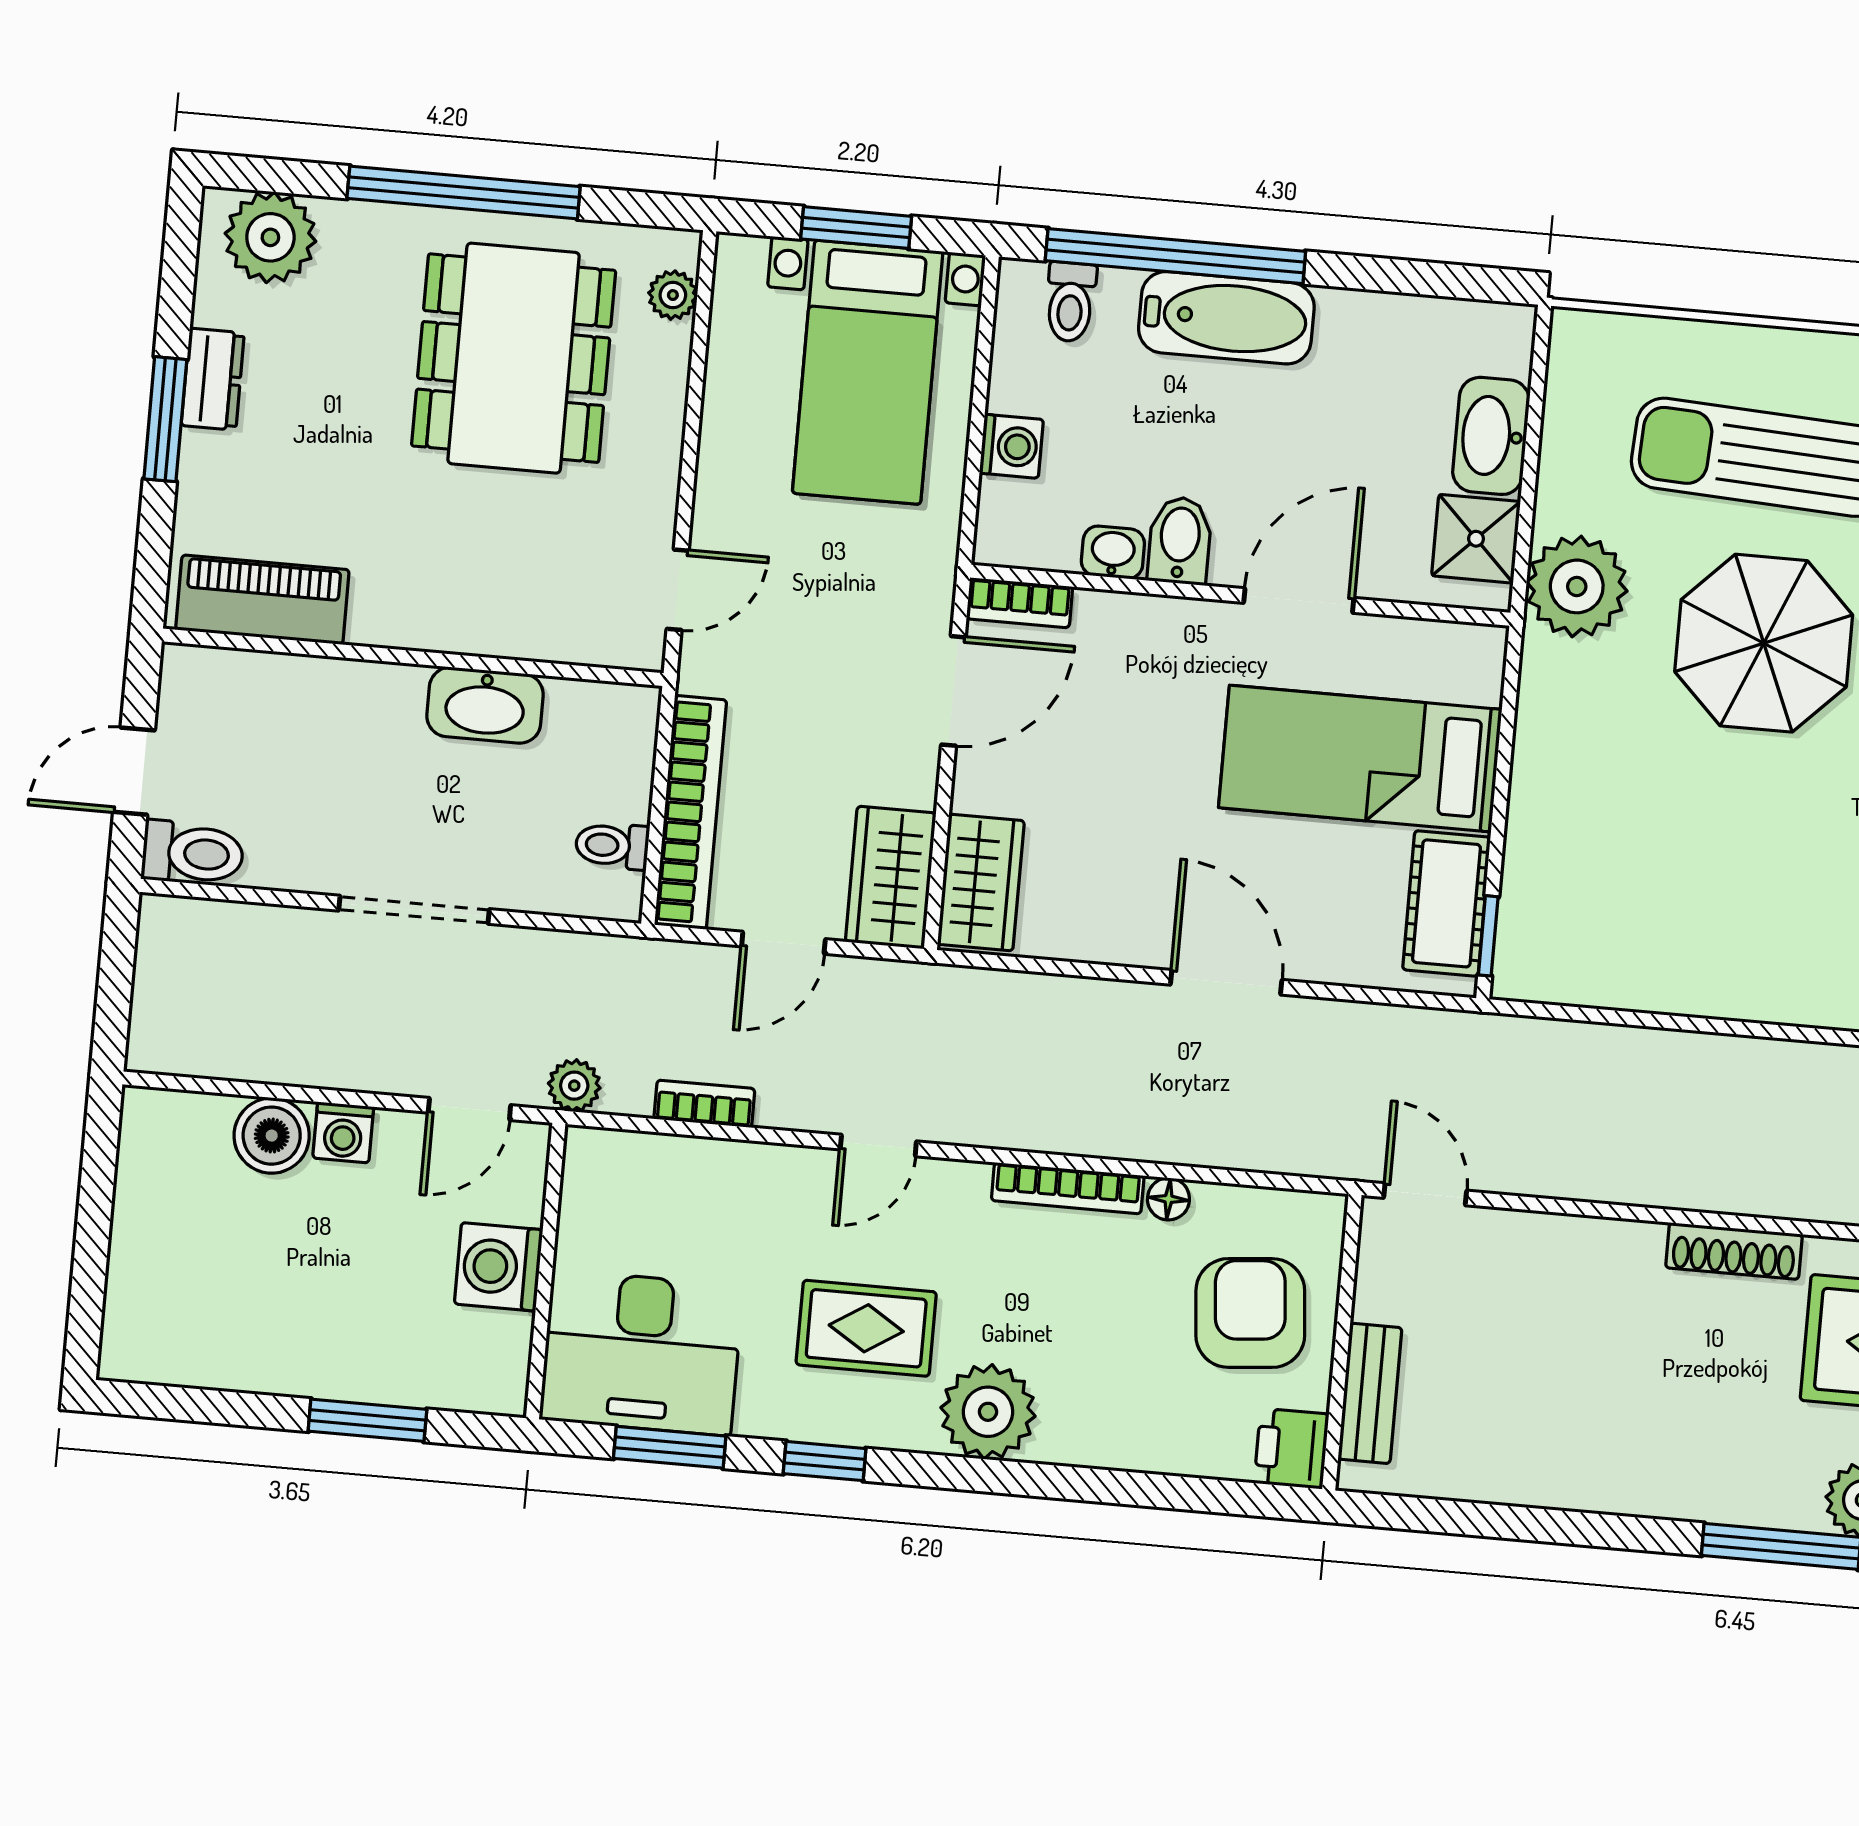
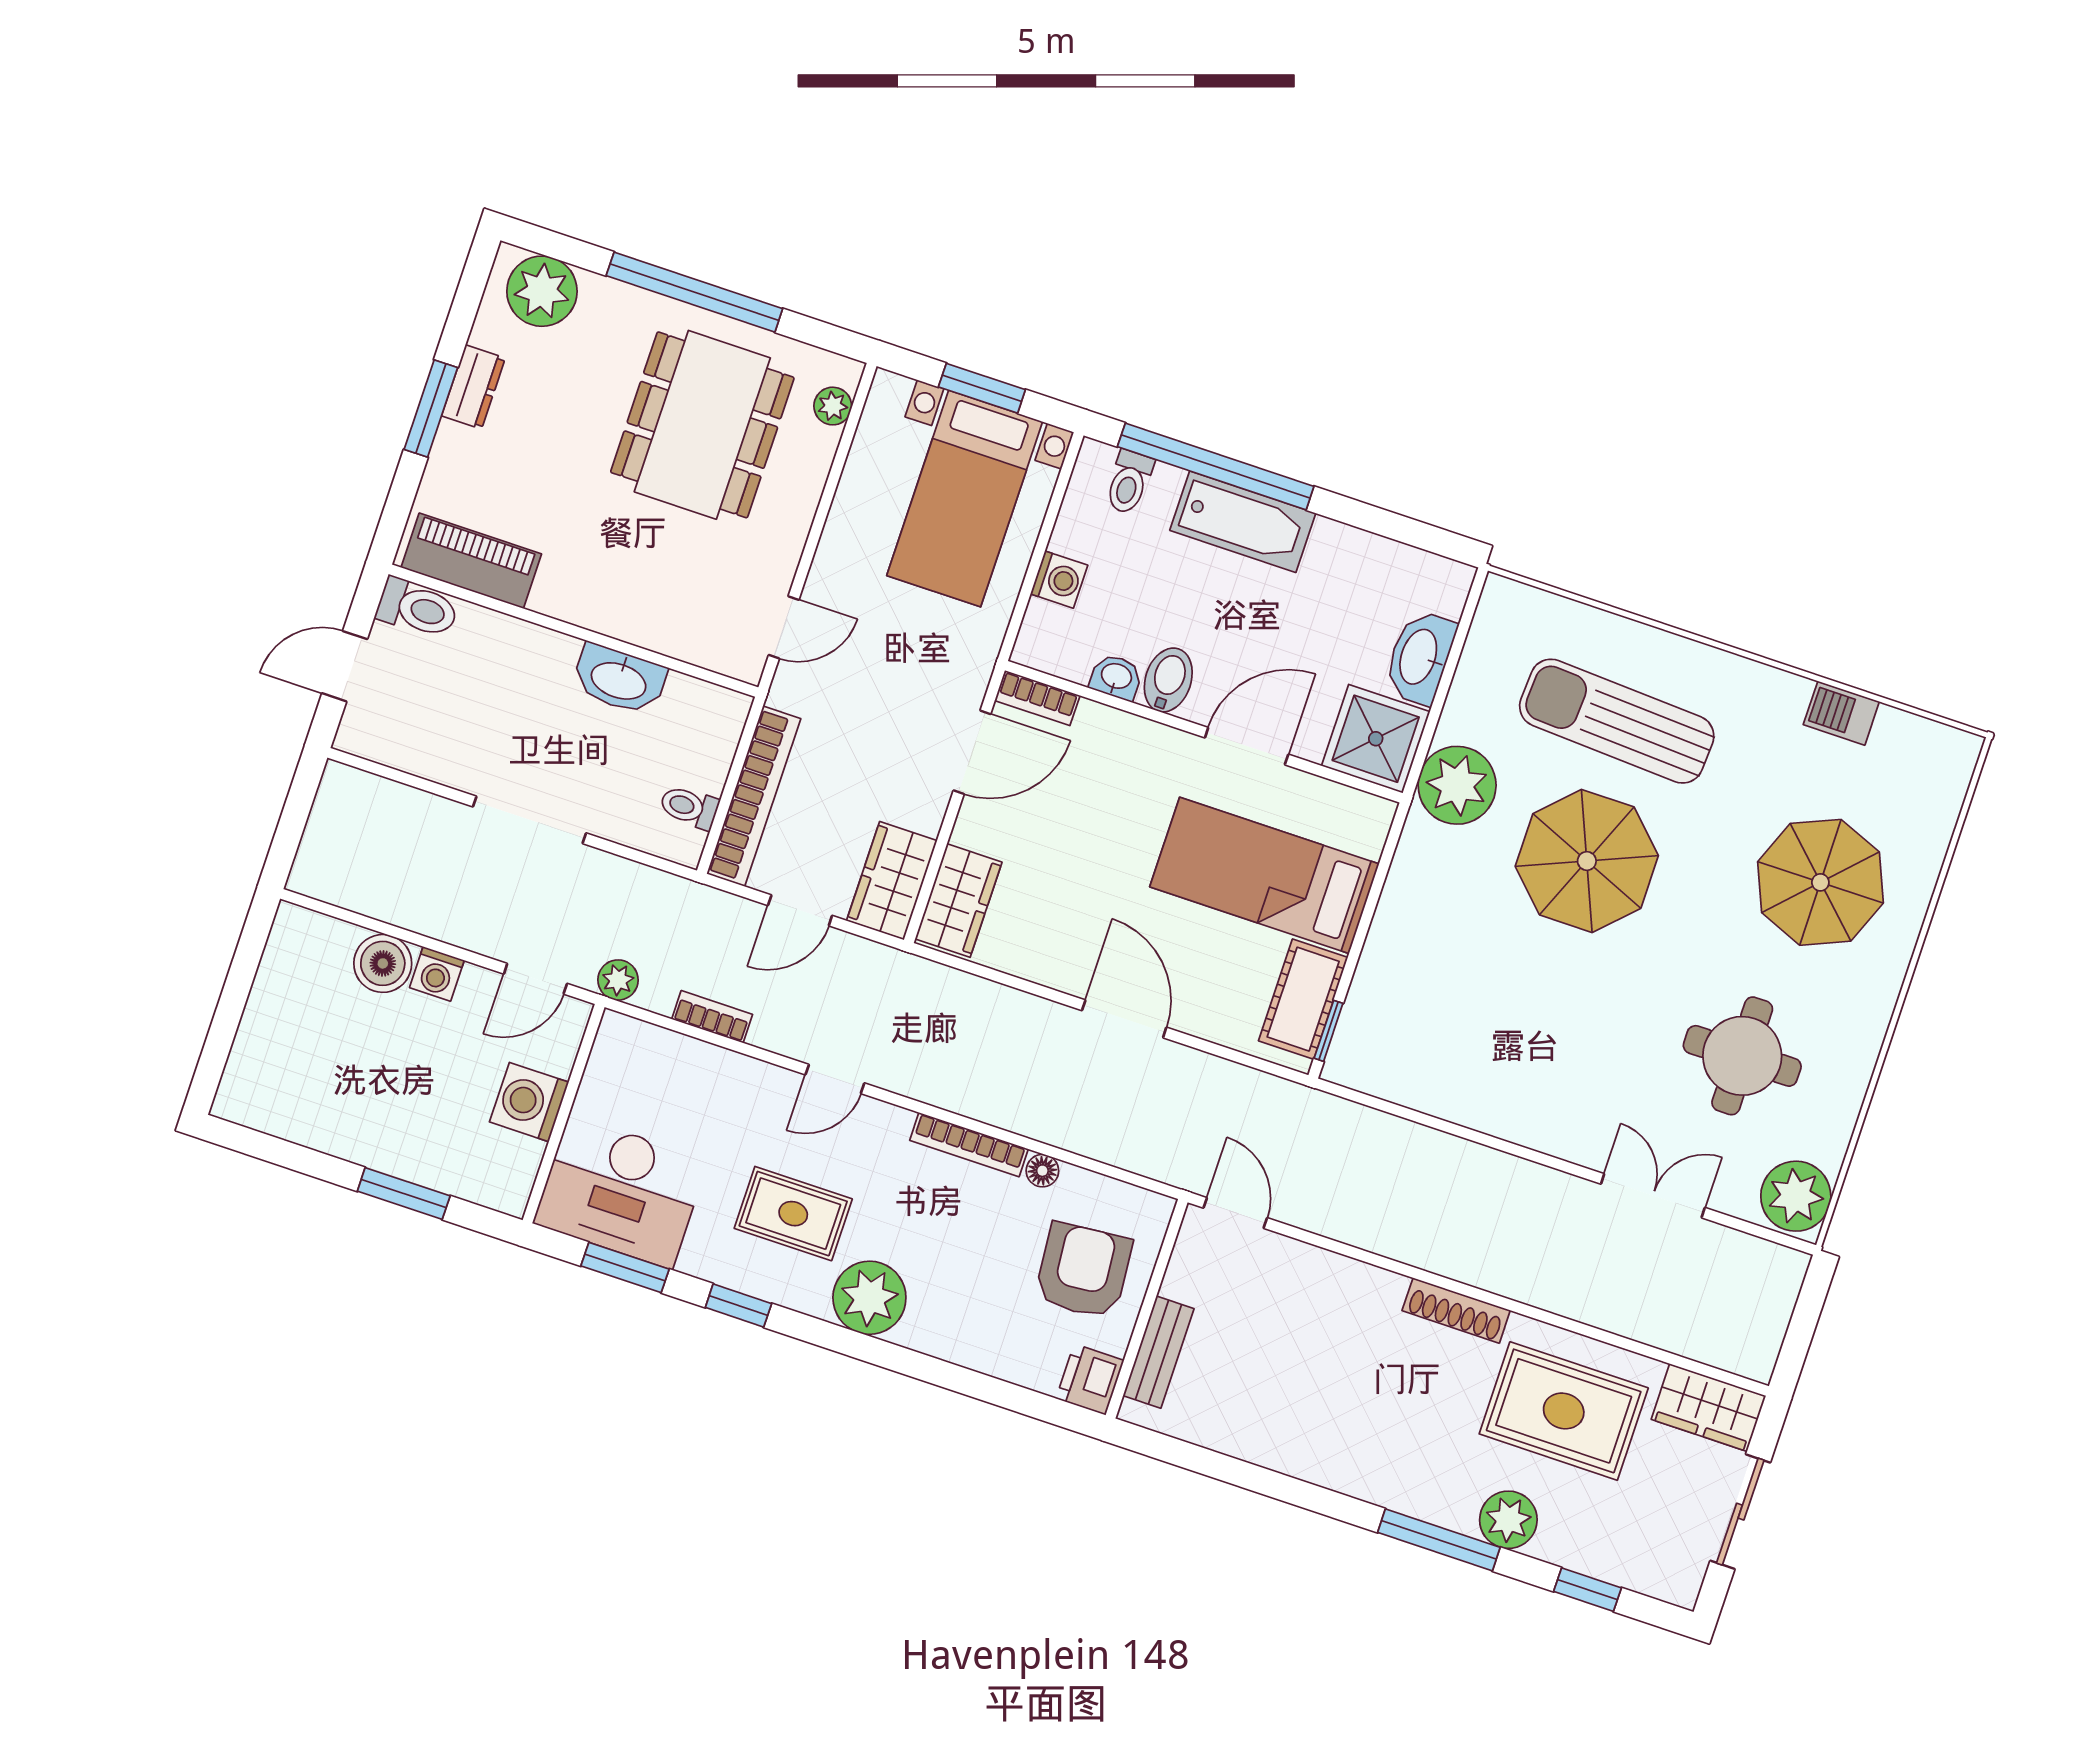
shower: (1476, 539) -> (1376, 739), width x1.36, depth x1.36
toilet: (193, 853) -> (417, 608), moved

